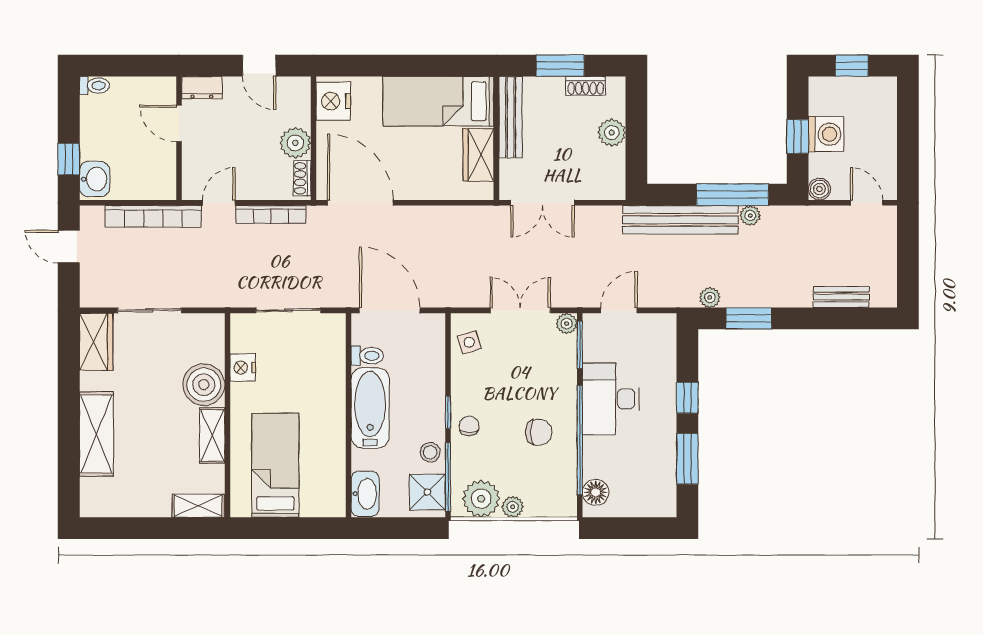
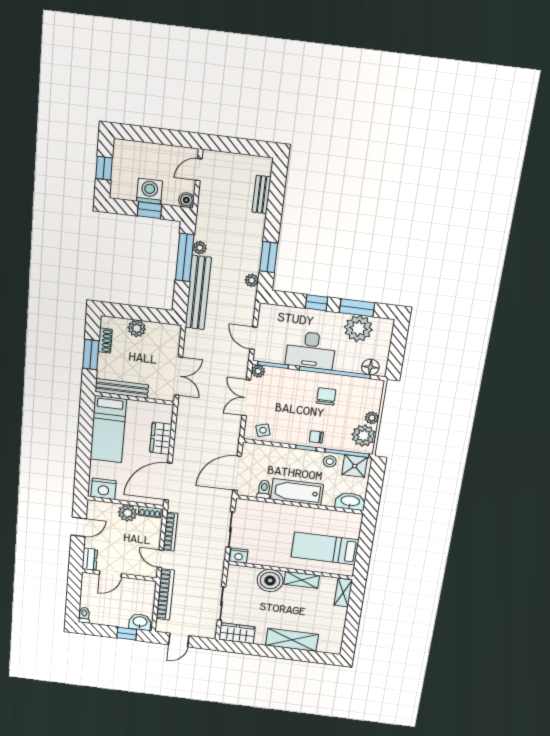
wardrobe: (478, 155) -> (161, 438), moved, turned 90
nightstand: (243, 367) -> (239, 556), moved
plant: (655, 465) -> (358, 328), added

